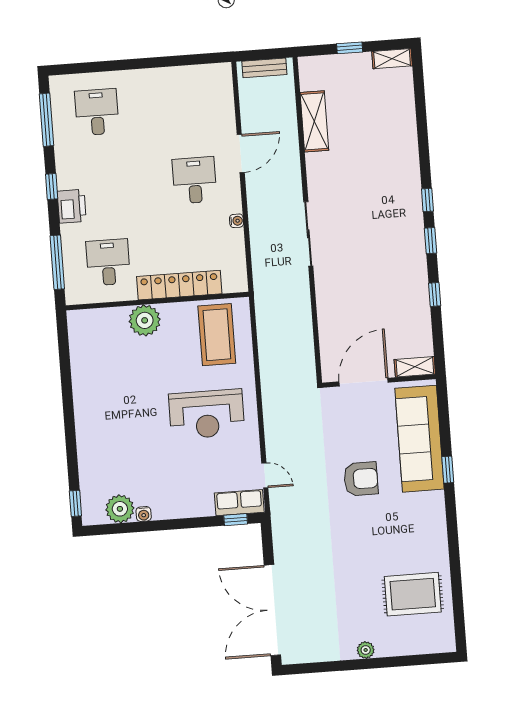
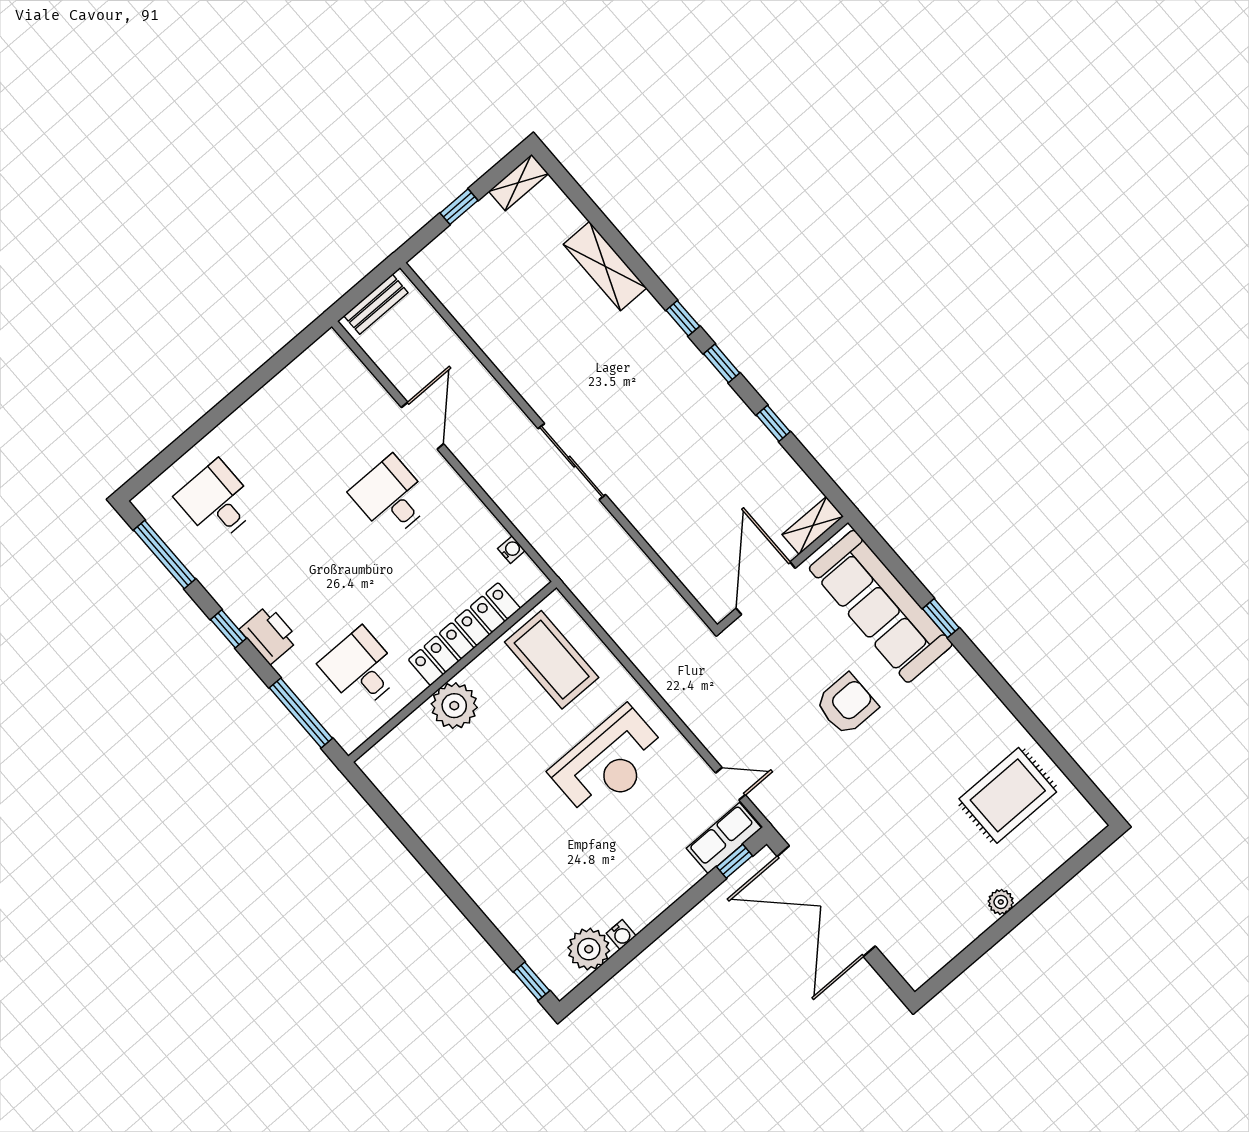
shelving: (314, 121) -> (605, 266), moved
water cooler: (237, 221) -> (511, 550), moved
double door: (272, 610) -> (826, 901), moved

